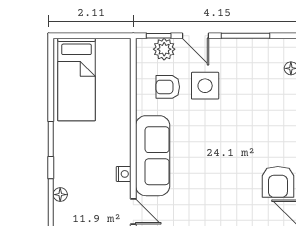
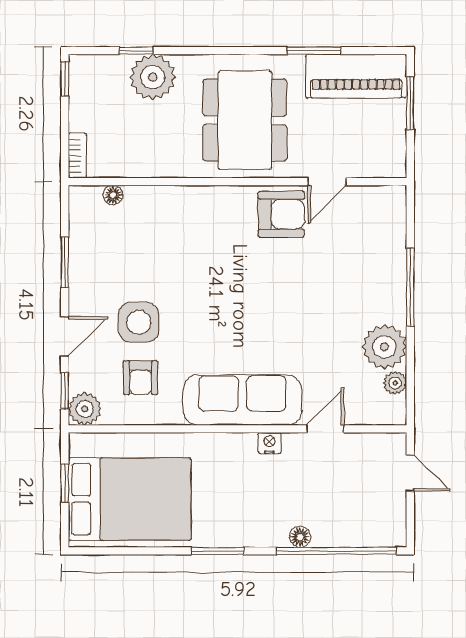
window: (97, 36) -> (65, 483), added
window: (245, 36) -> (65, 262), width x0.69
plant: (164, 49) -> (85, 409), moved
bed: (77, 80) -> (130, 499), width x1.50

